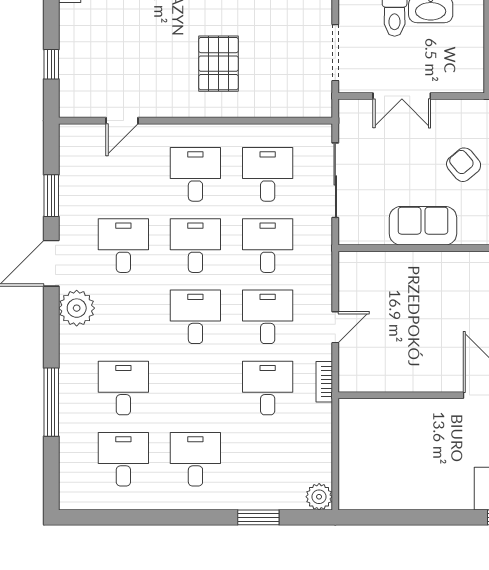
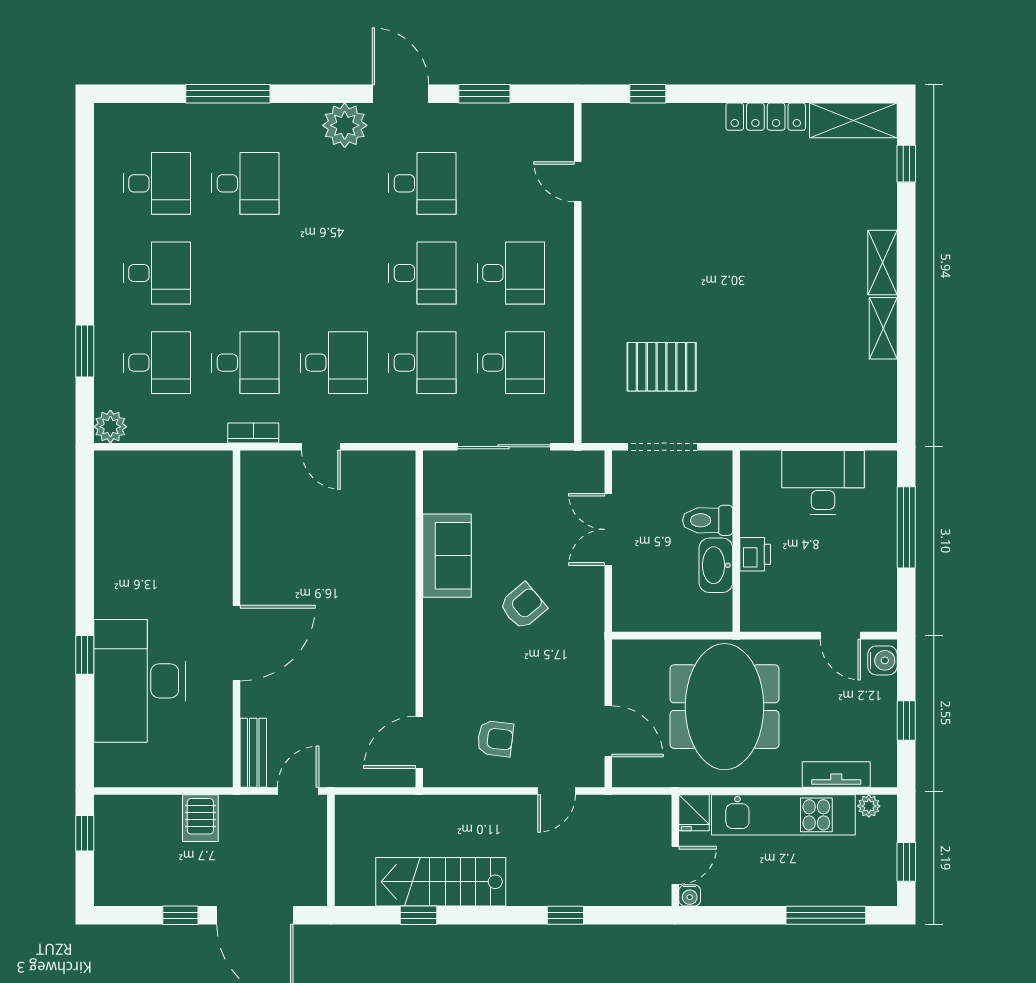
pallet: (219, 64) -> (662, 367), moved
desk: (195, 317) -> (157, 363), moved

